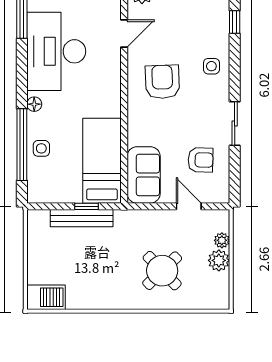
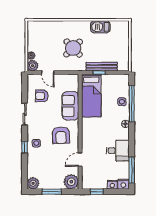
window: (235, 22) -> (25, 147), moved
desk: (56, 51) -> (118, 151), width x0.53, depth x0.77
sofa: (144, 175) -> (70, 106), moved
plant: (219, 260) -> (33, 66), moved
round table: (162, 271) -> (73, 48), moved
barbecue: (46, 297) -> (100, 27), moved

